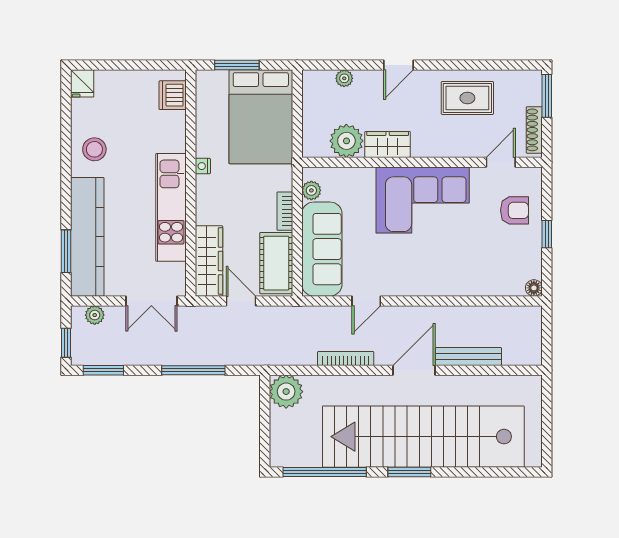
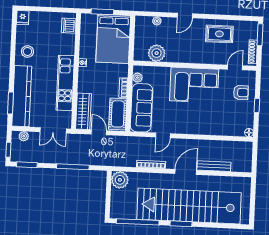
wardrobe: (388, 144) -> (177, 56), removed

